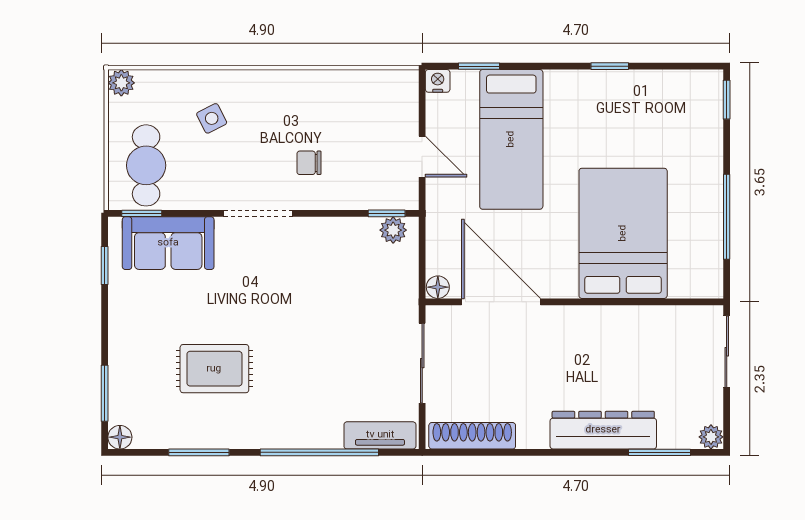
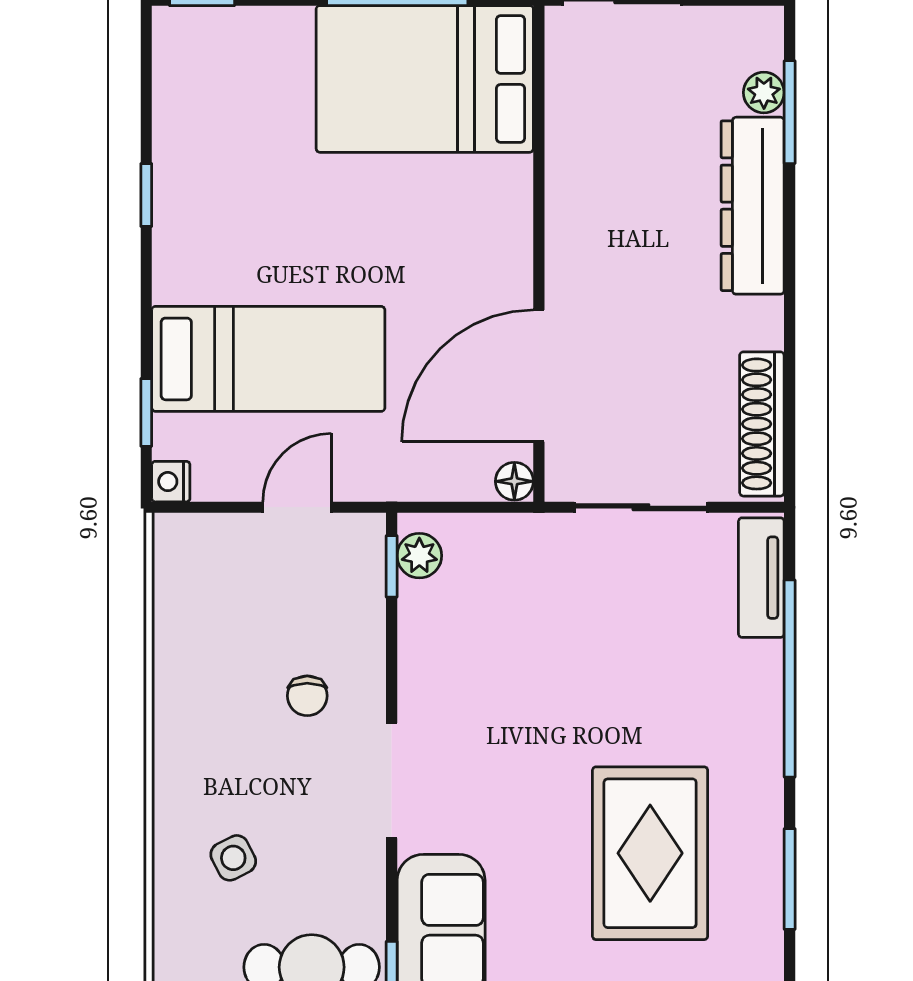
bed: (623, 233) -> (425, 79), moved
rug: (214, 369) -> (650, 853), width x1.36, depth x1.43
plant: (711, 437) -> (764, 93), moved

